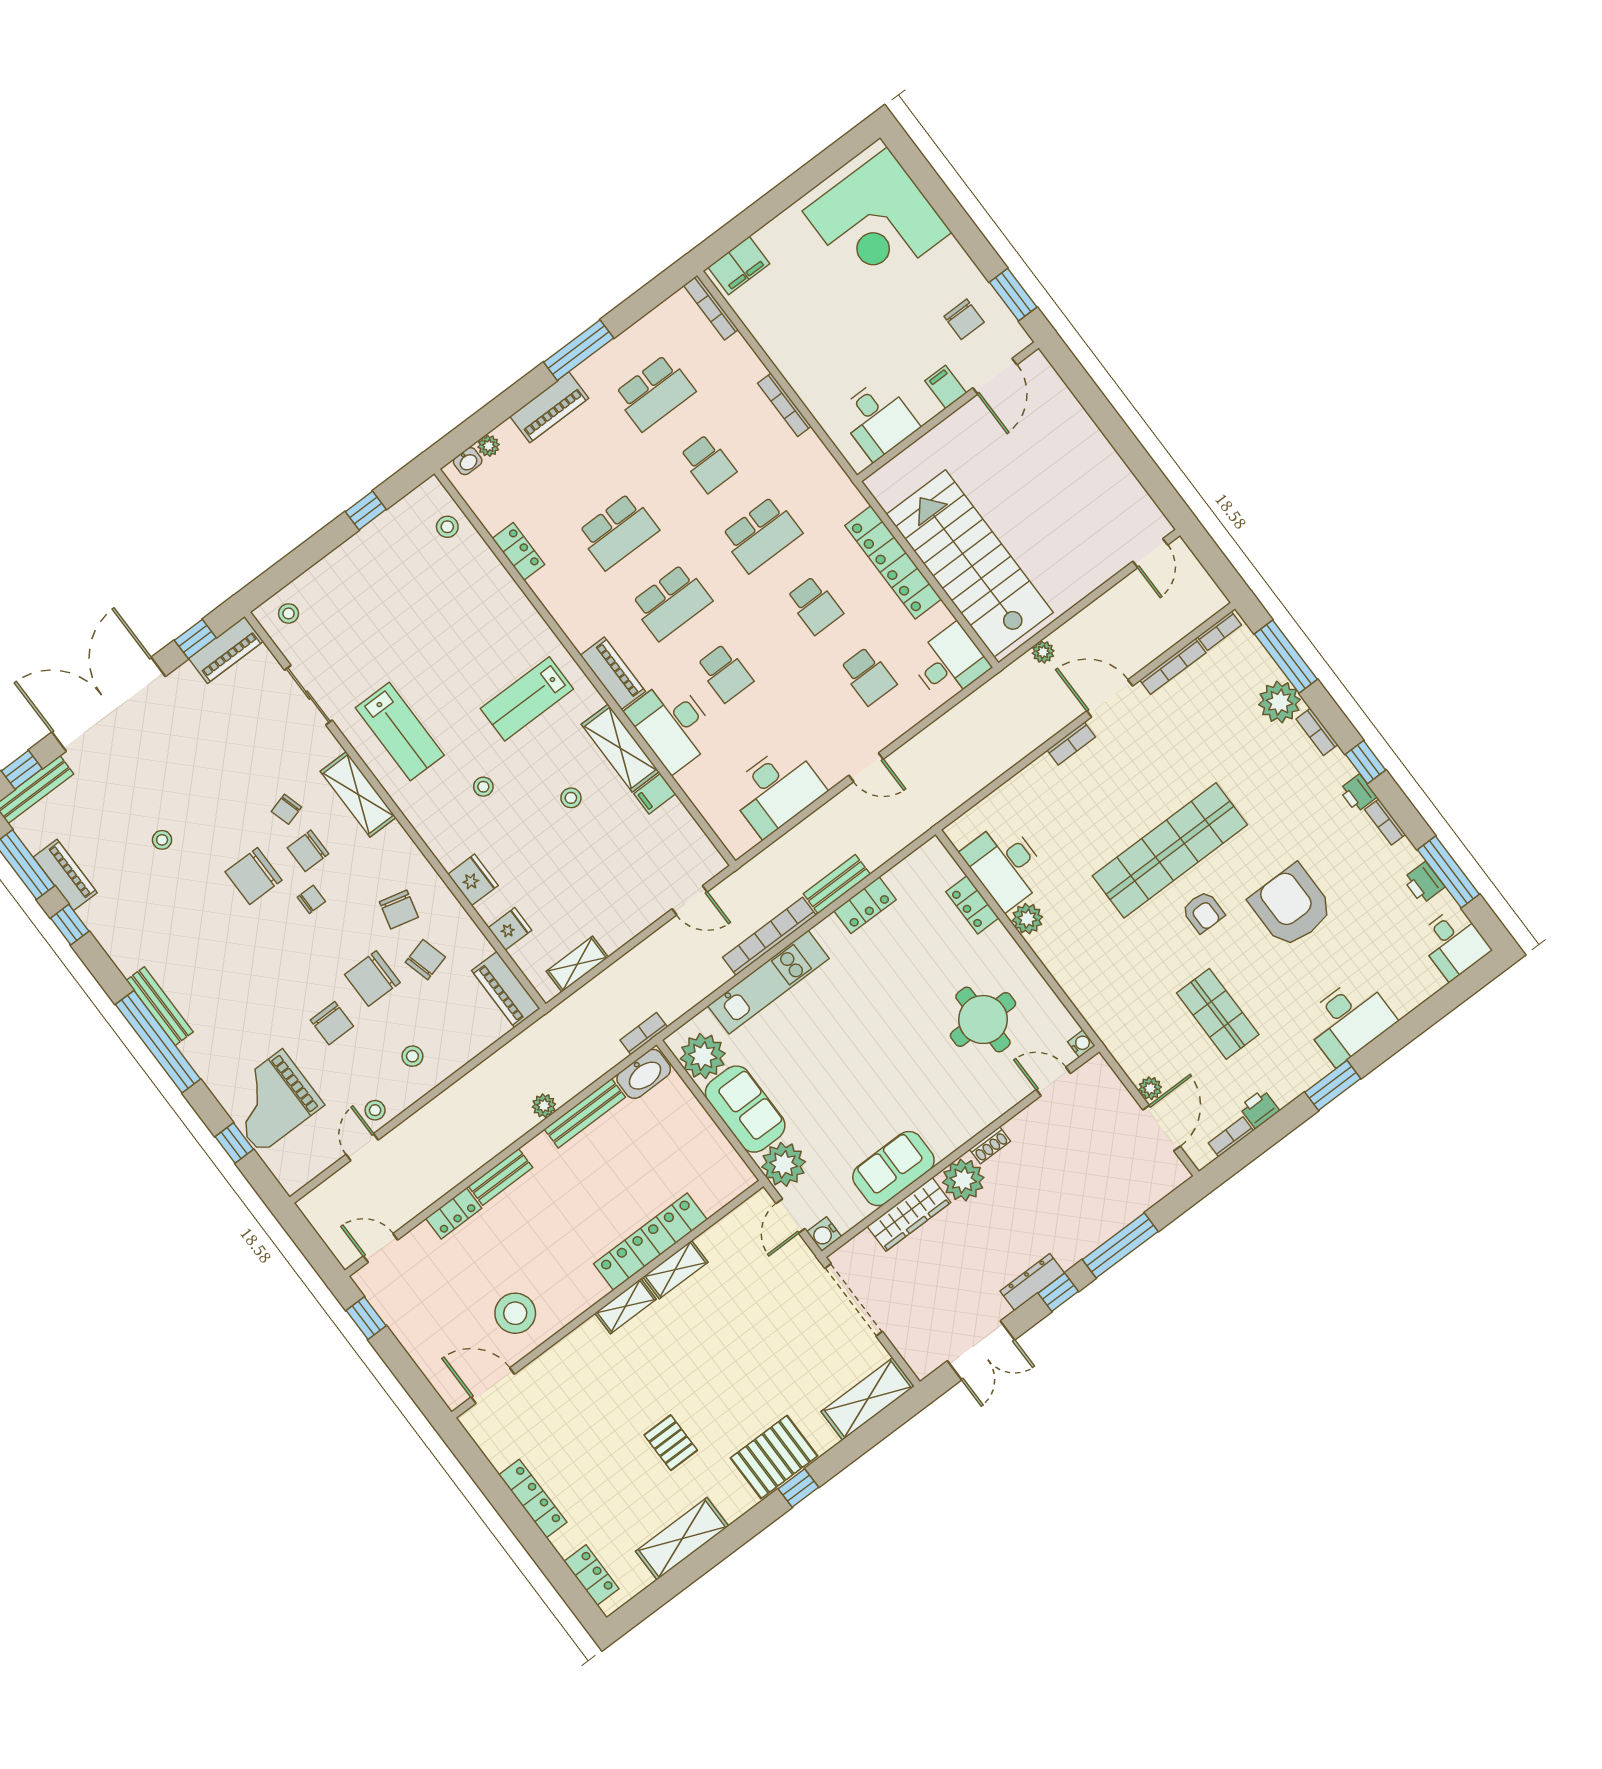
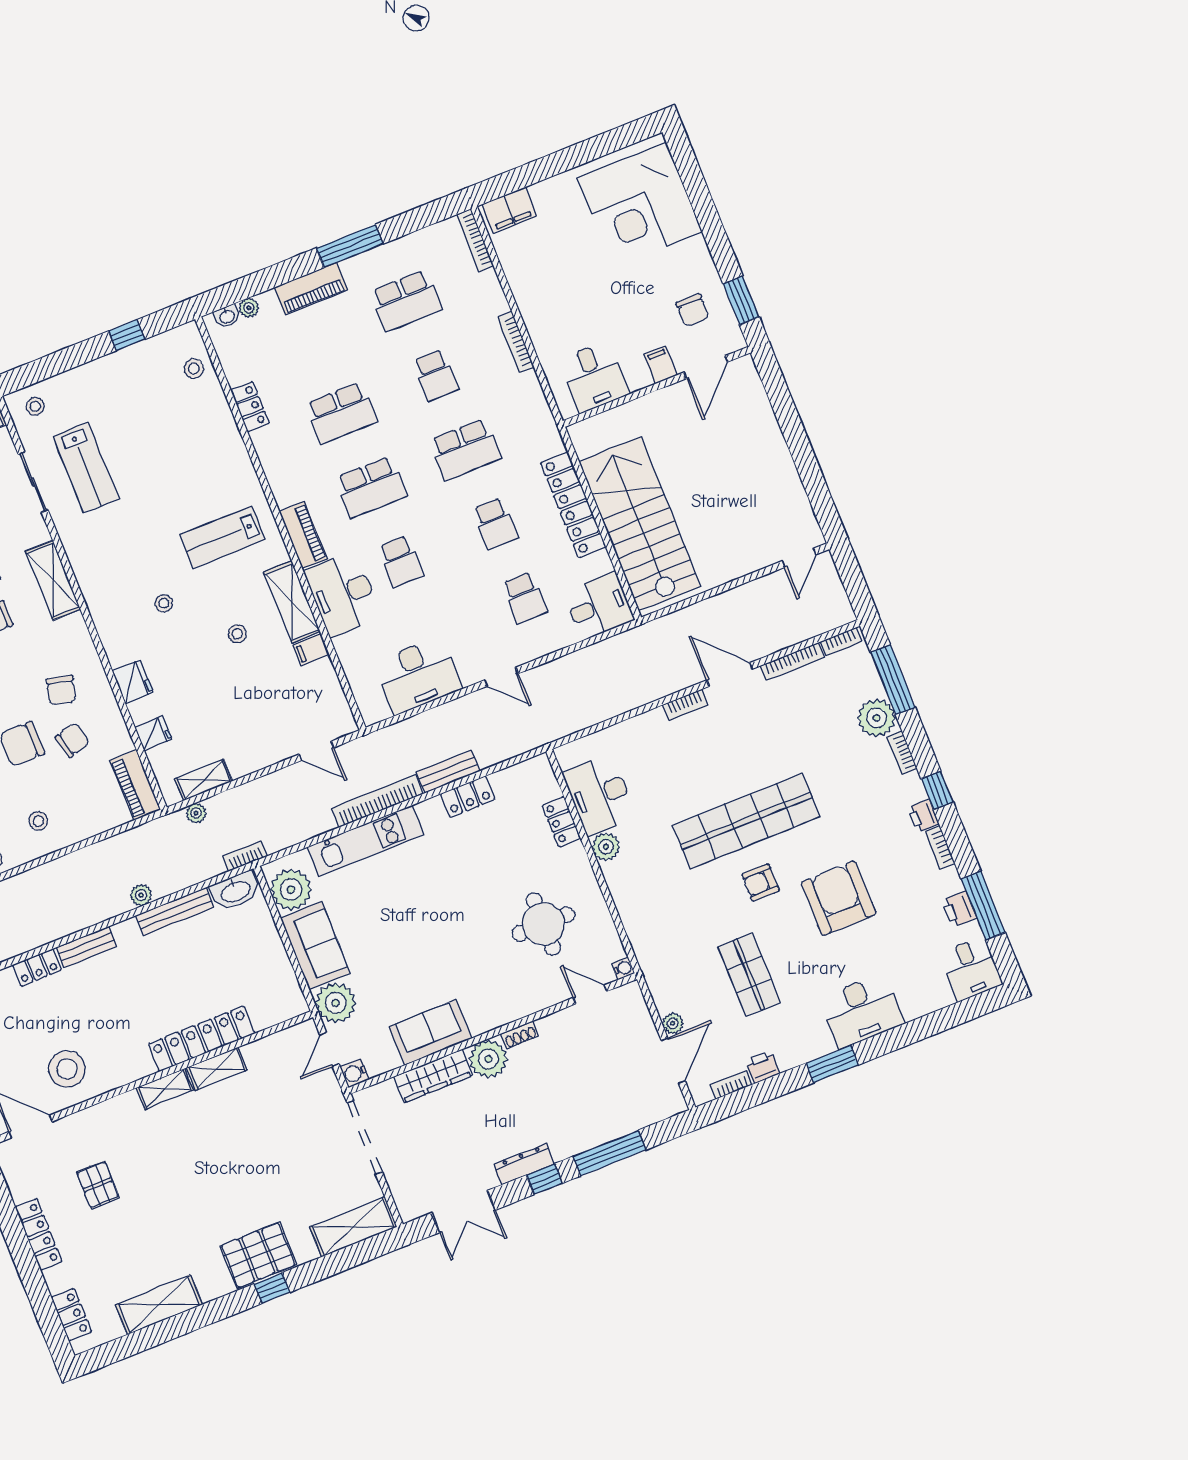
plant: (1043, 652) -> (196, 813), moved
lab bench: (400, 732) -> (86, 467), moved
armchair: (1203, 912) -> (761, 882), turned 90
pallet: (671, 1443) -> (98, 1185), moved

